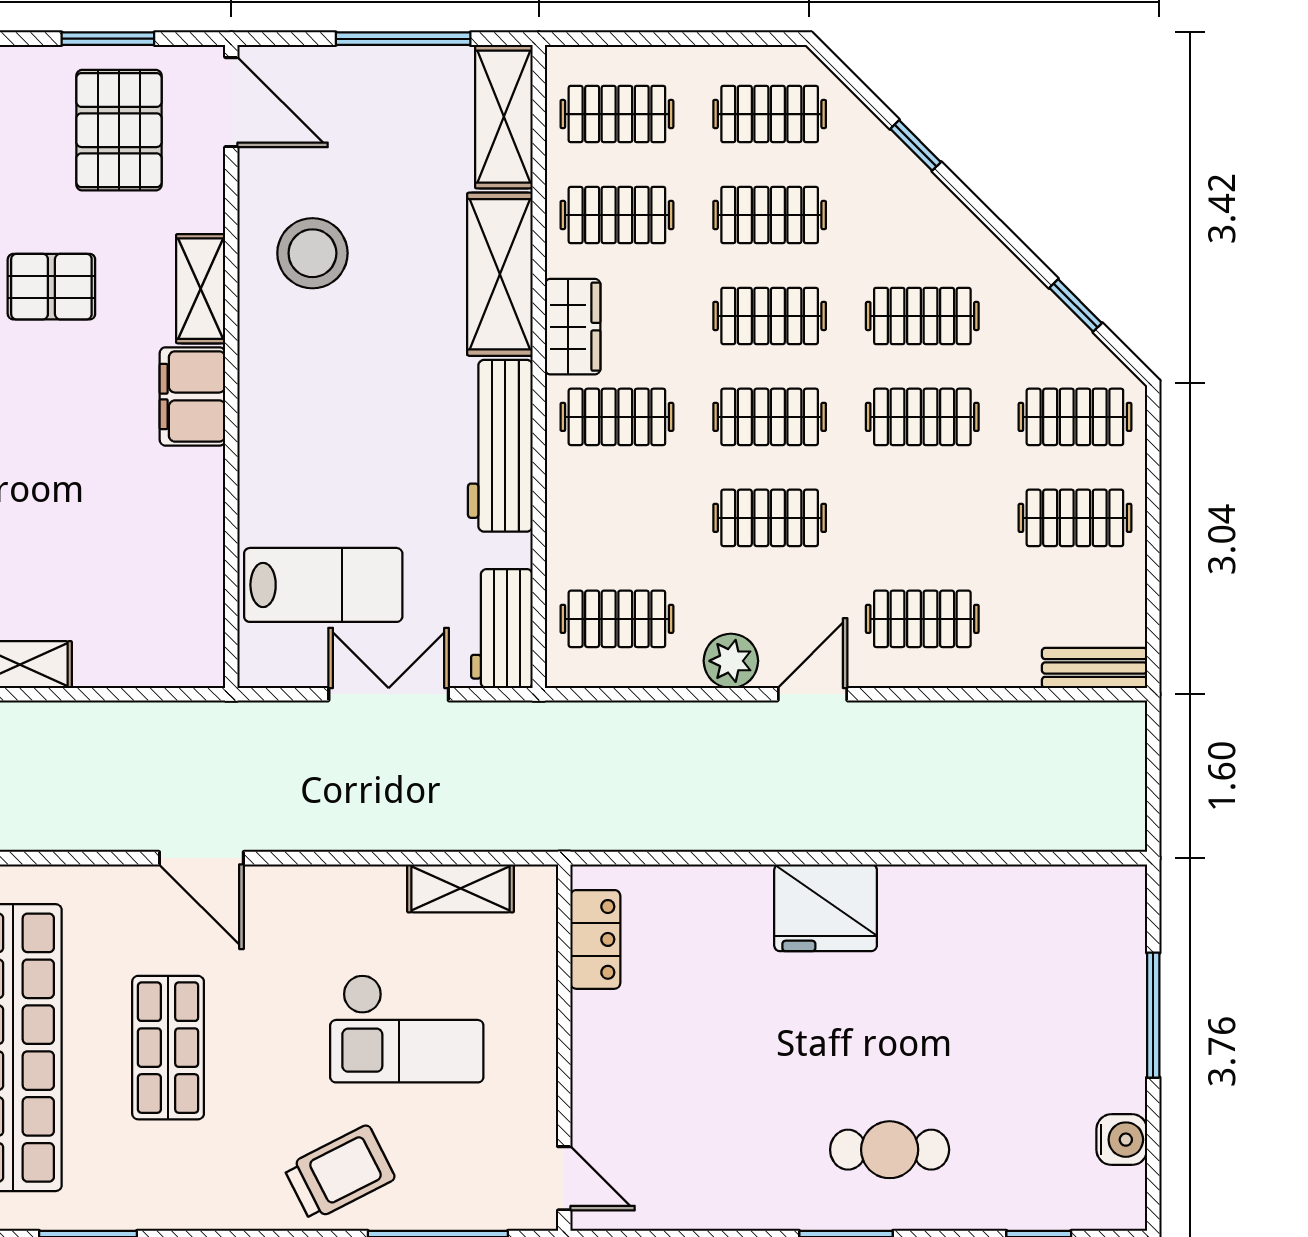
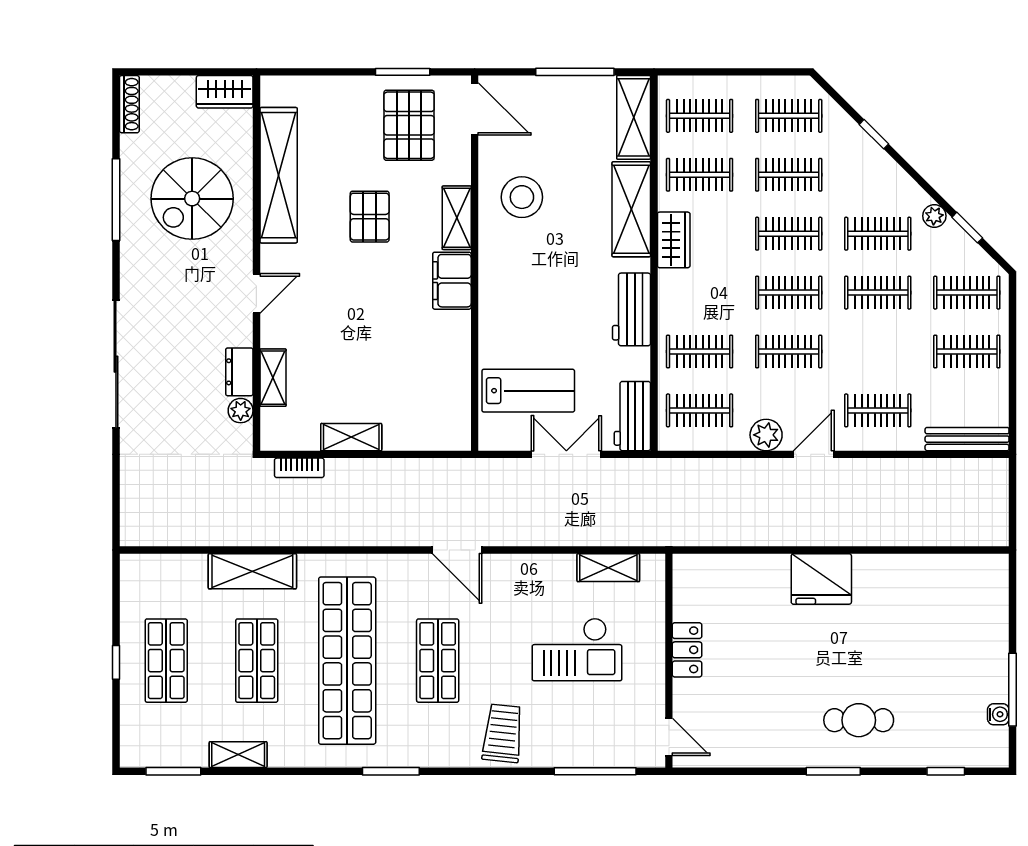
plant: (1019, 286) -> (934, 216), added
pallet: (51, 287) -> (370, 217), turned 90
clothes rail: (617, 417) -> (700, 351), moved
workbench: (500, 446) -> (632, 309), width x0.73
bench: (1095, 668) -> (967, 439), width x1.36
locker: (595, 939) -> (687, 650), moved
window: (1153, 1015) -> (1013, 690), moved
water cooler: (1122, 1140) -> (998, 714), width x0.72, depth x0.72
trolley: (340, 1173) -> (503, 733), moved, turned -57

